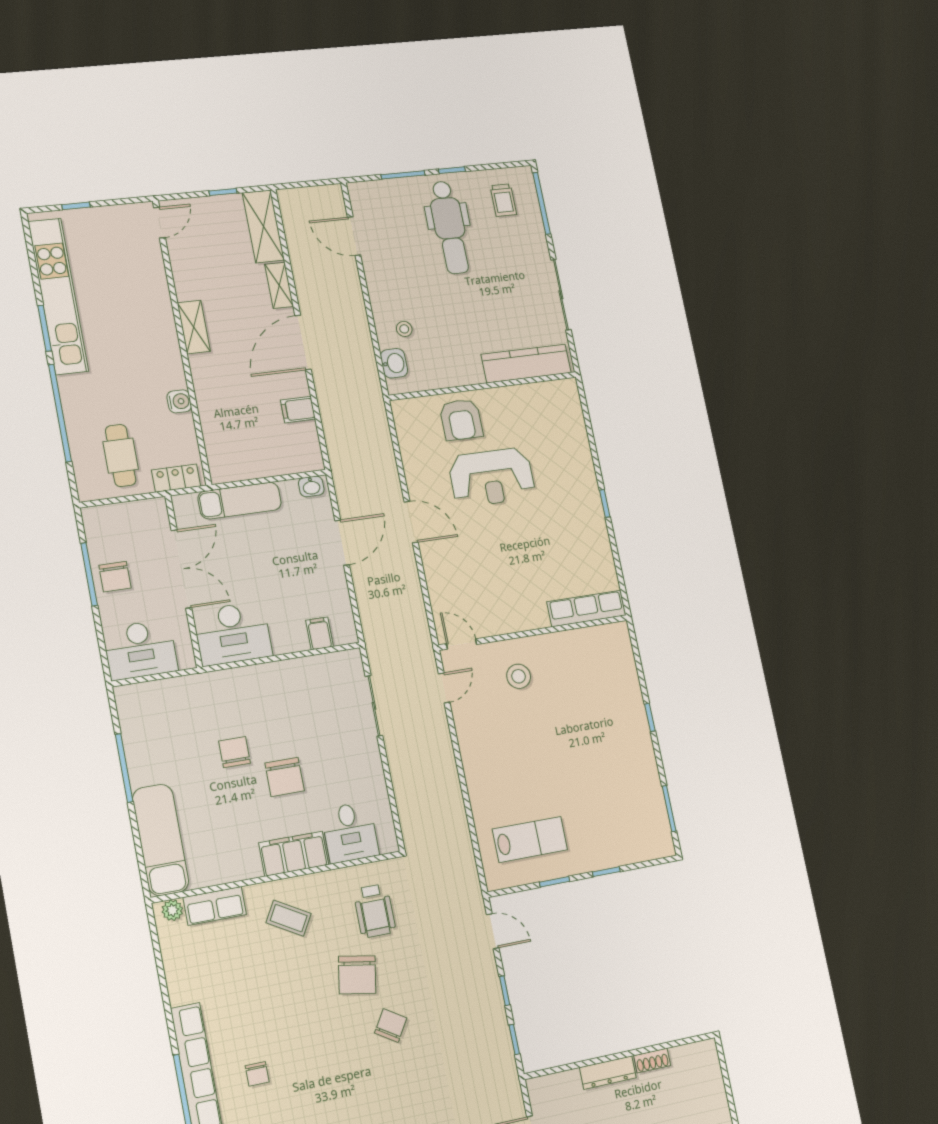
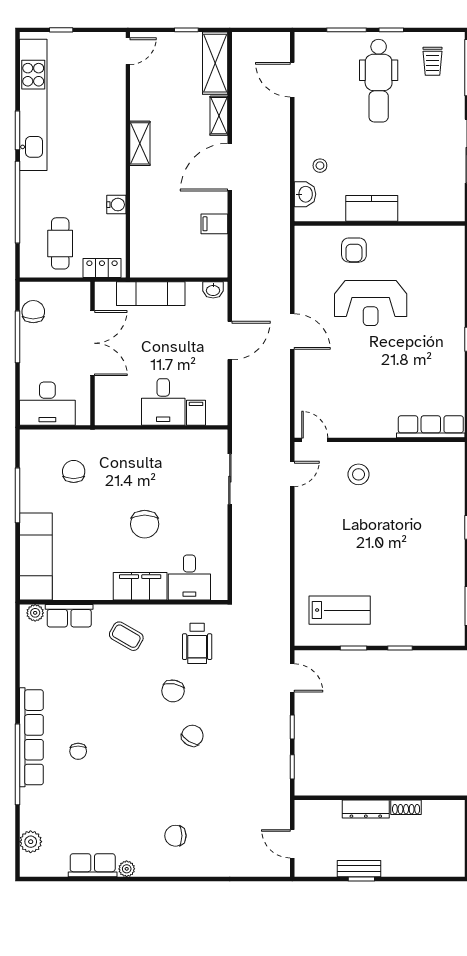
kitchen counter: (526, 364) -> (372, 208), moved, width x0.67
armchair: (461, 420) -> (354, 250), width x0.72, depth x0.72
chair: (115, 577) -> (33, 312), moved, turned 180
desk: (233, 634) -> (163, 402), moved, width x0.73
chair: (234, 752) -> (74, 471), moved
chair: (357, 975) -> (173, 691), width x0.73, depth x0.73

